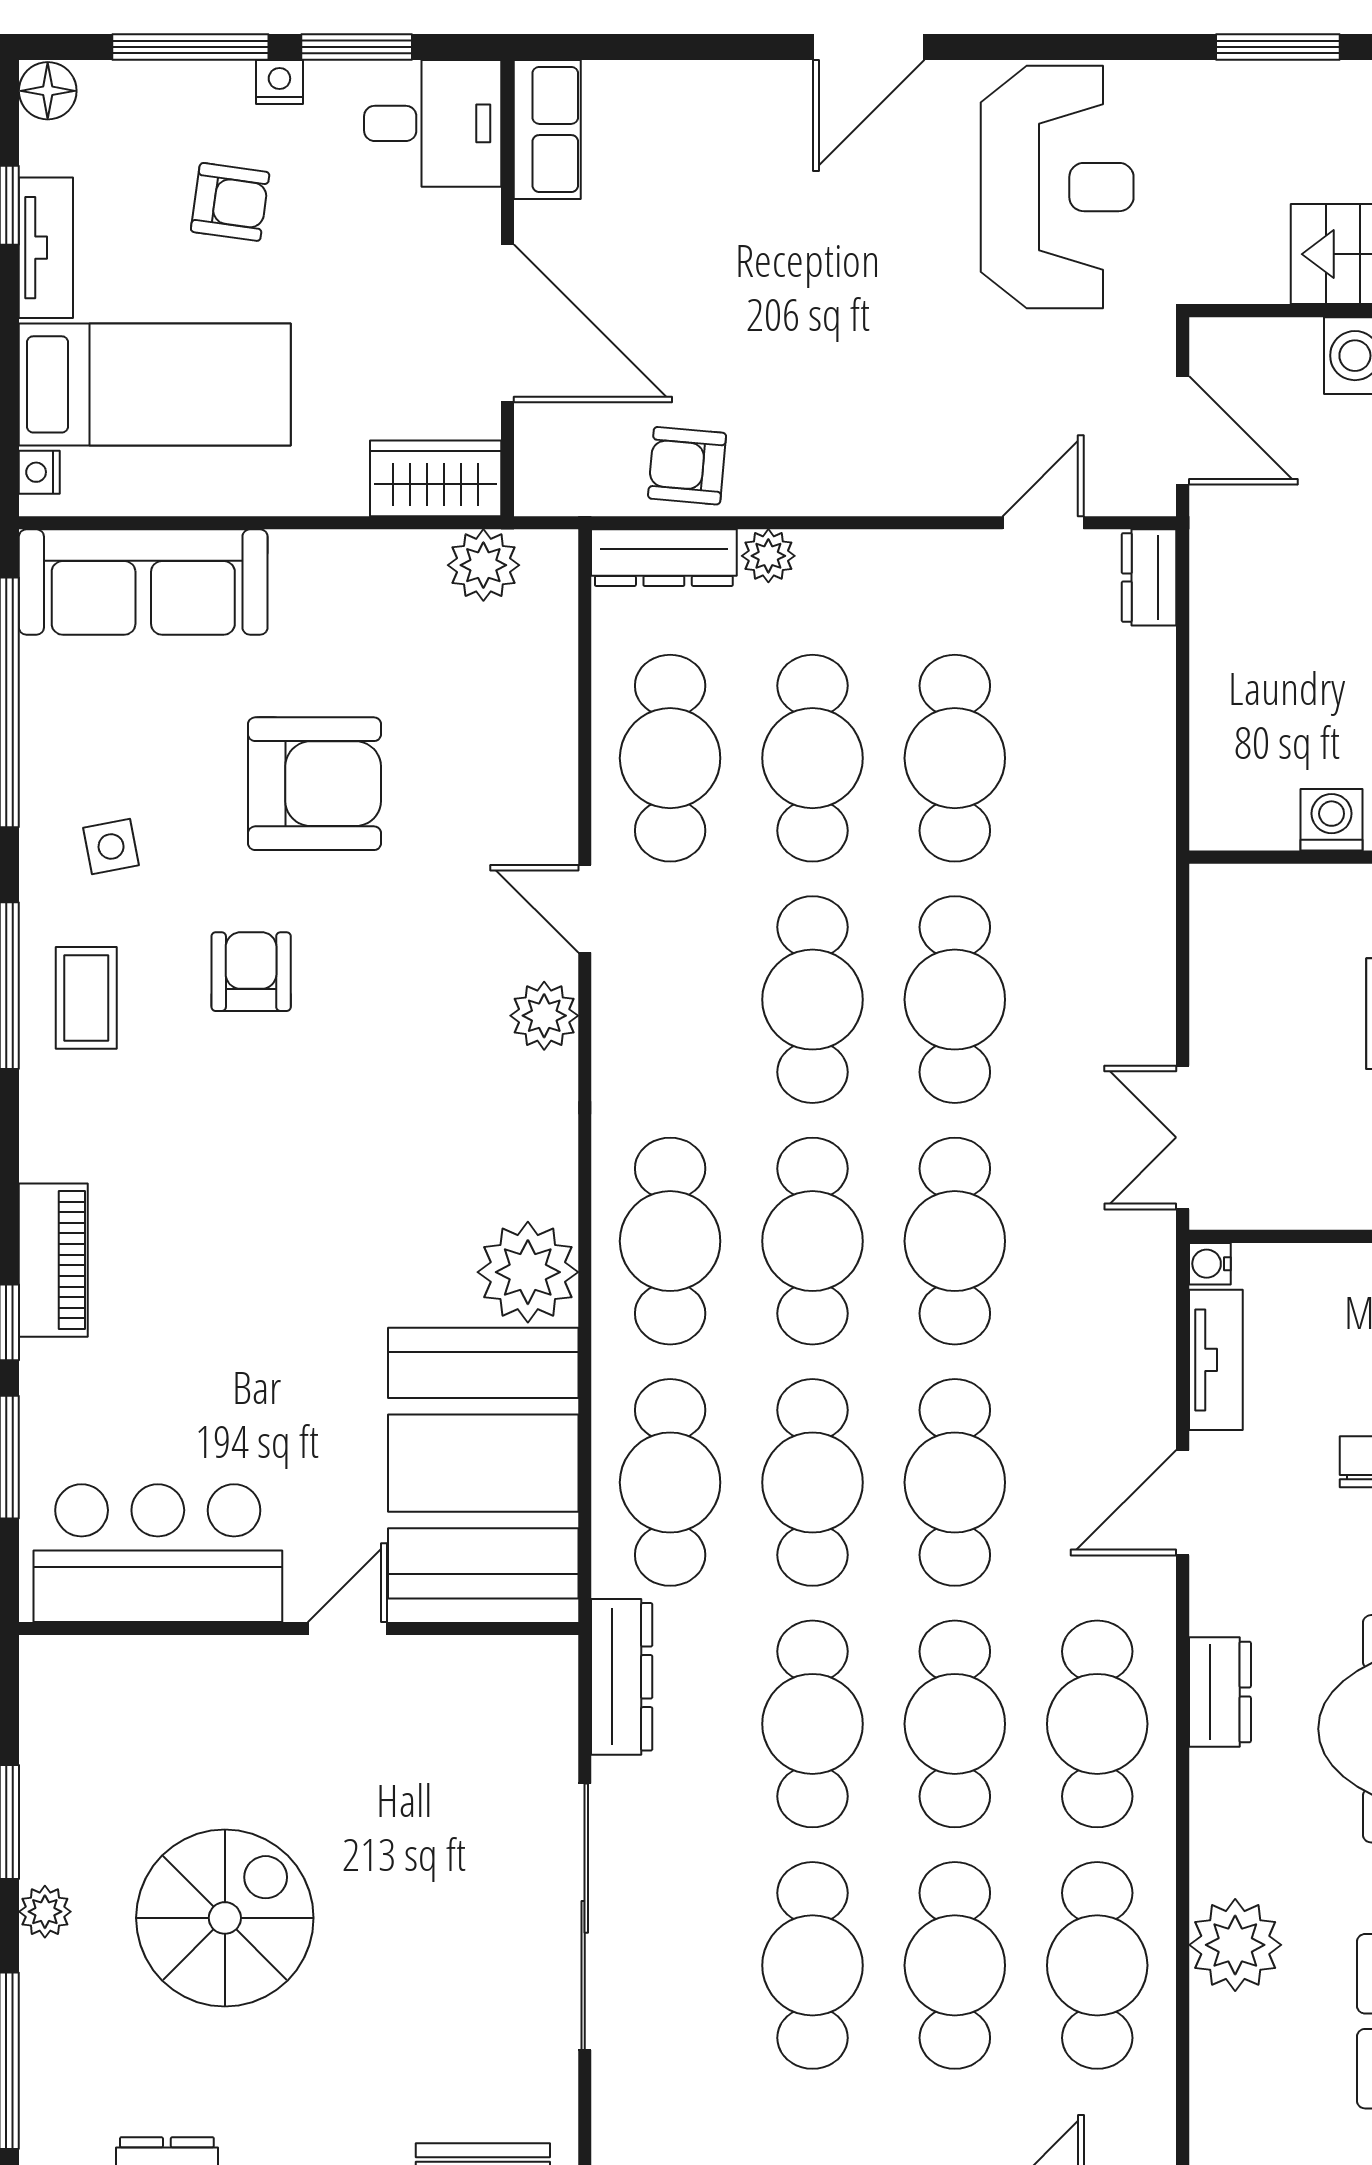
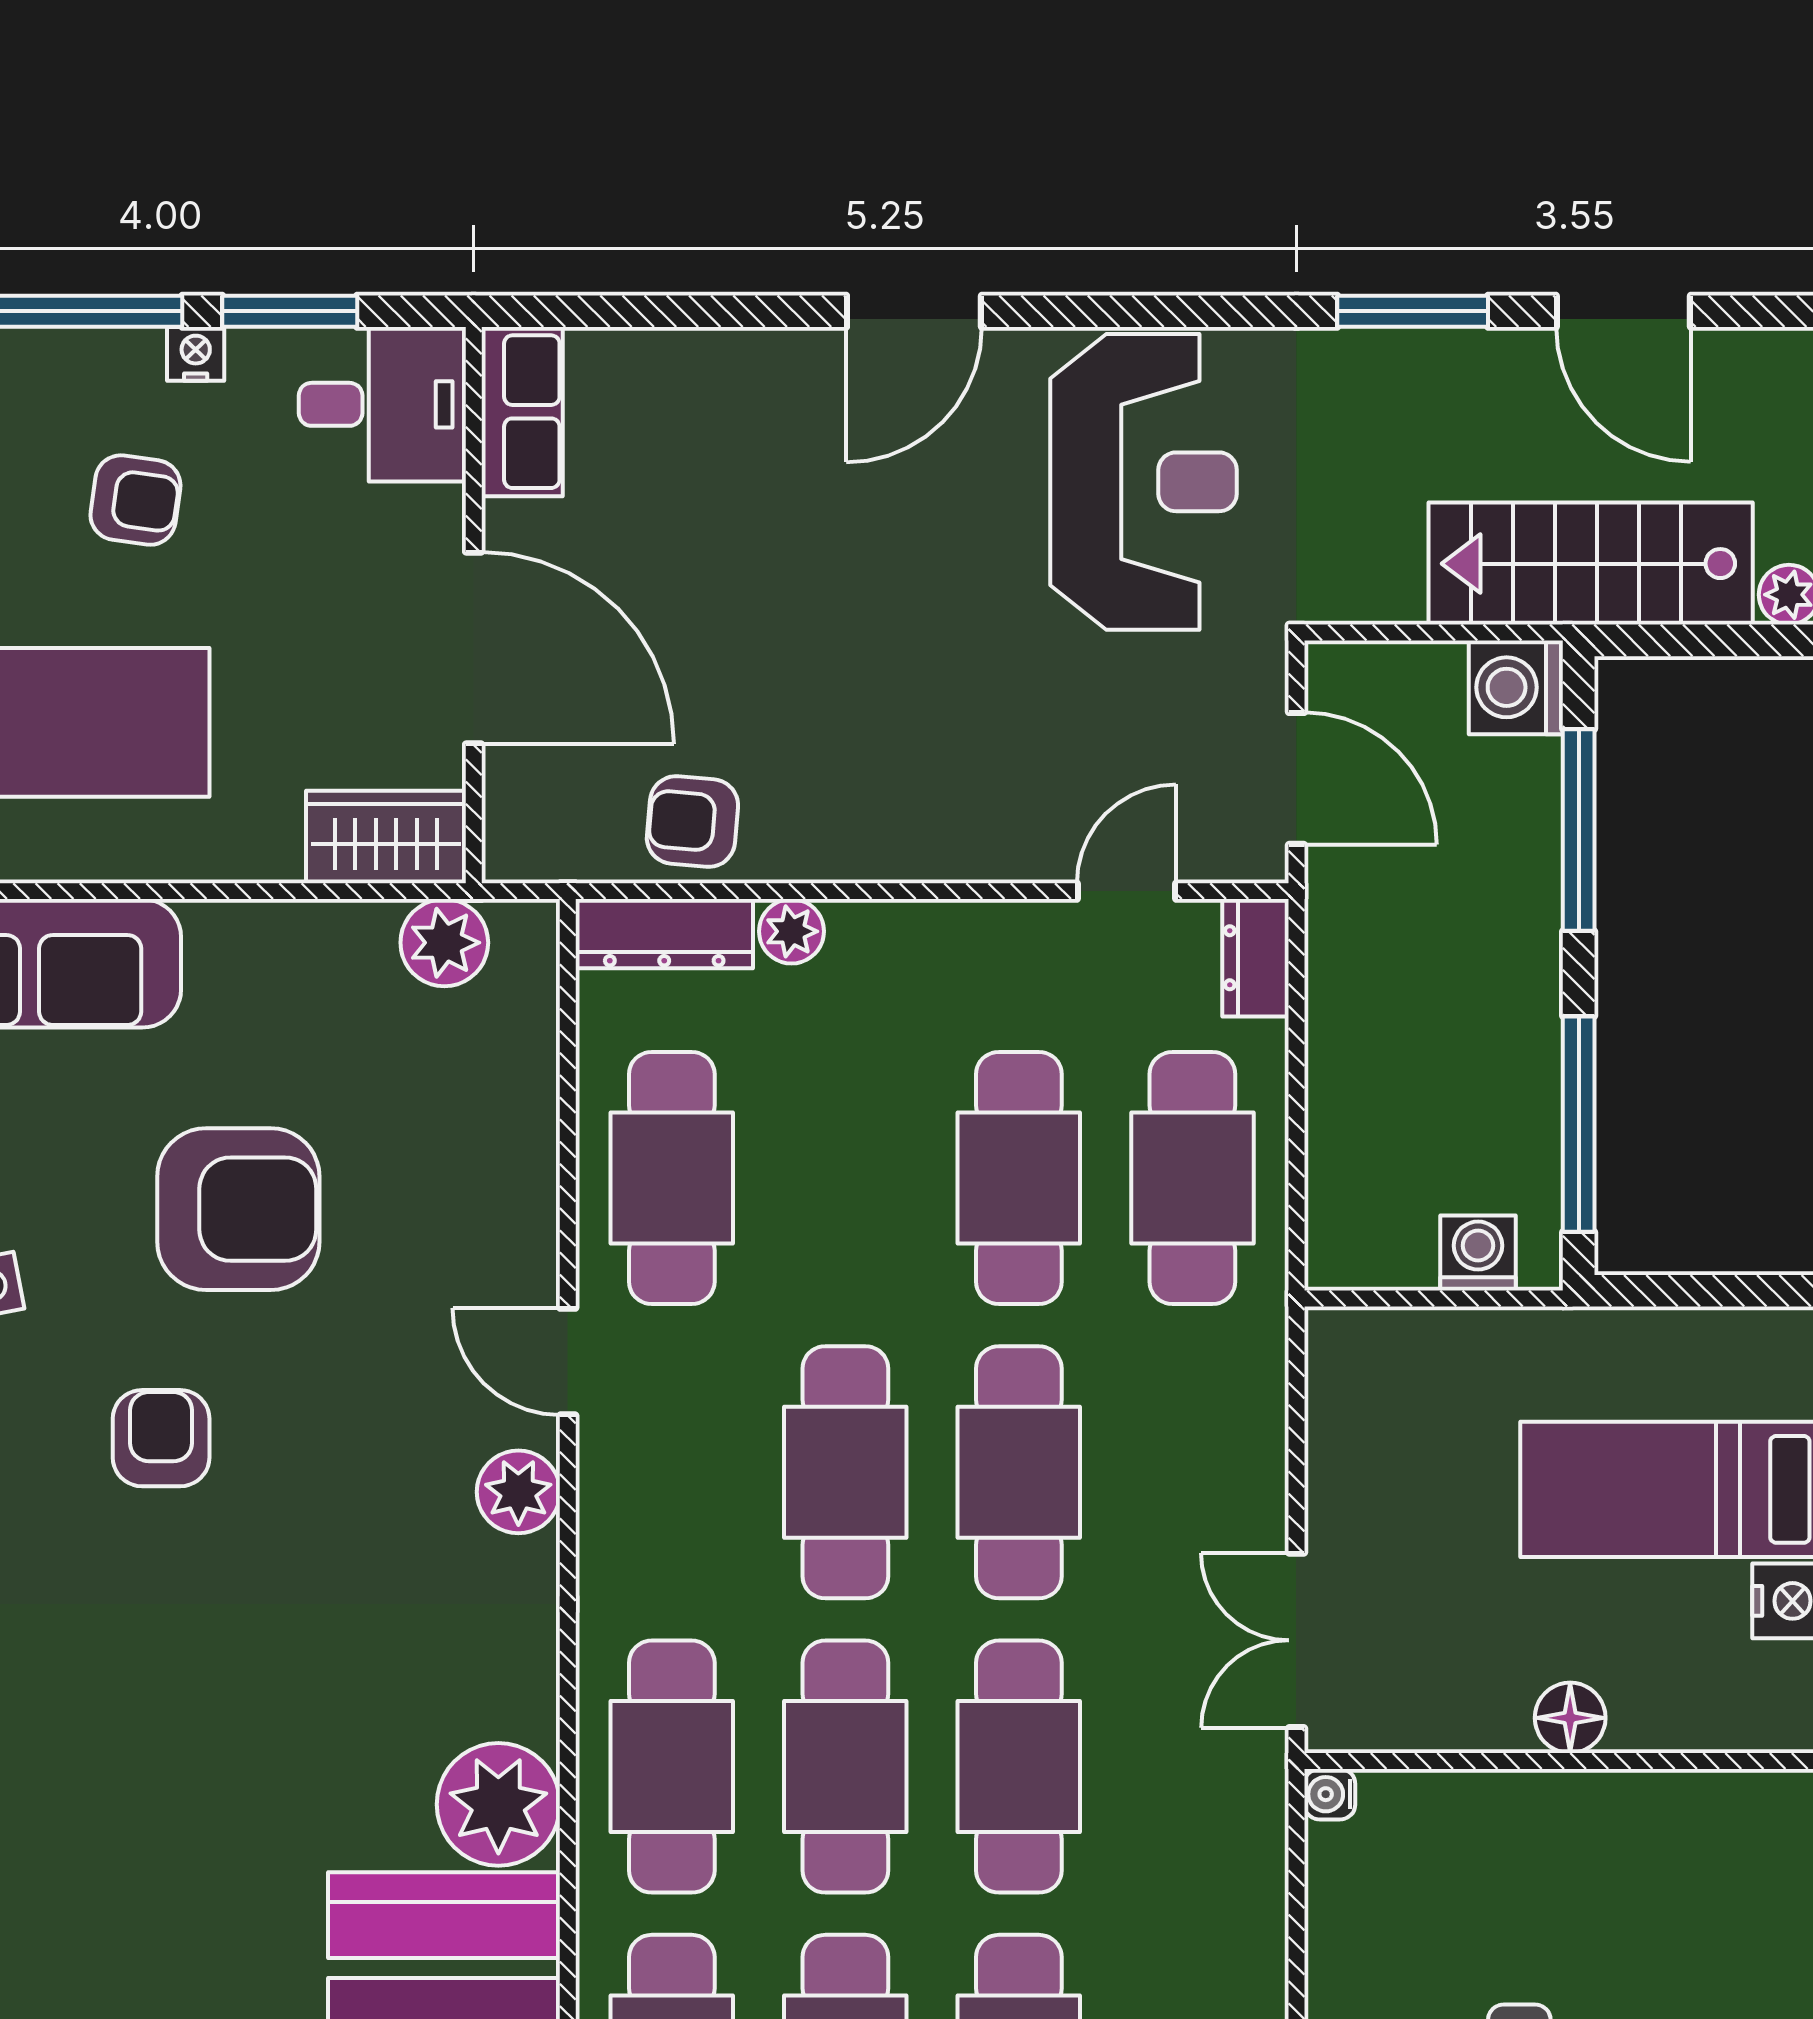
cafe table: (812, 758) -> (1192, 1178), moved
tv unit: (1216, 1360) -> (1337, 1912), removed

